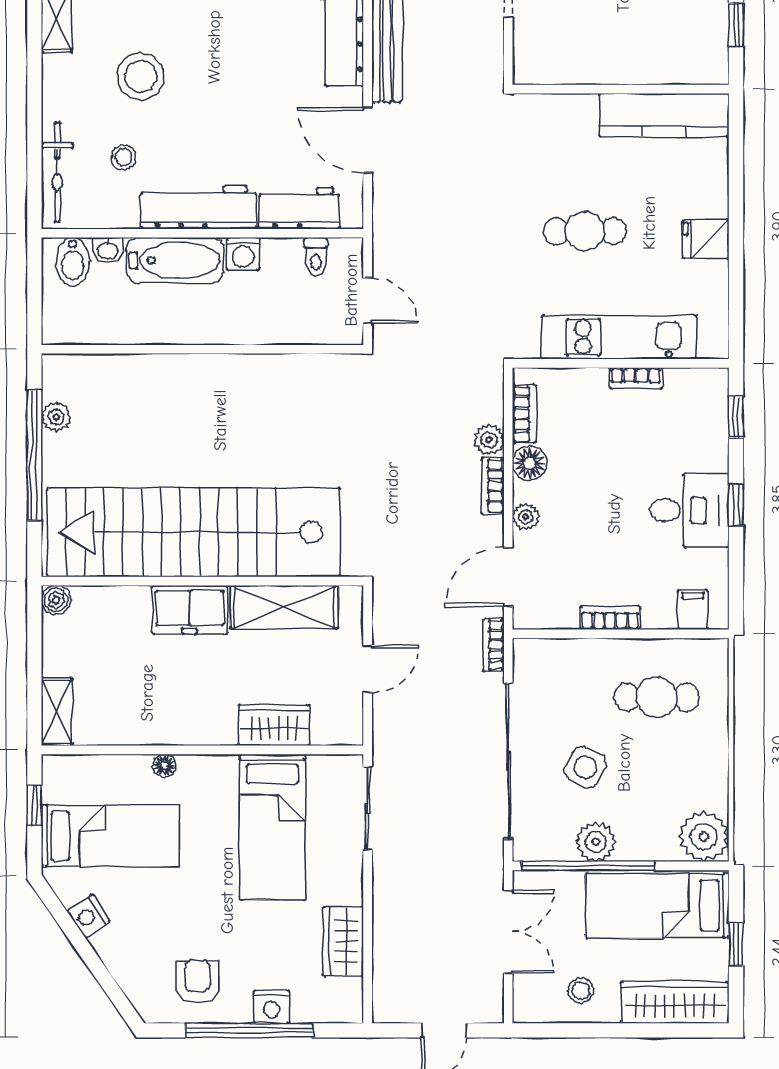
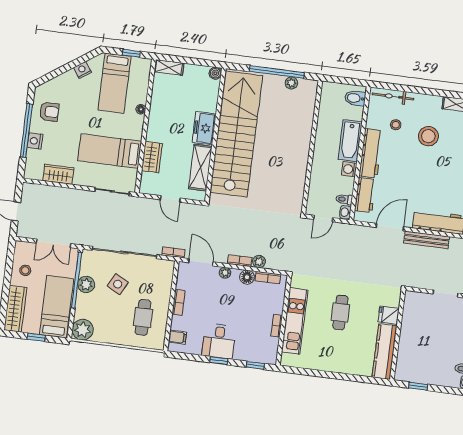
fridge: (706, 239) -> (389, 315), moved, turned -90
washbasin: (108, 250) -> (345, 212), moved

